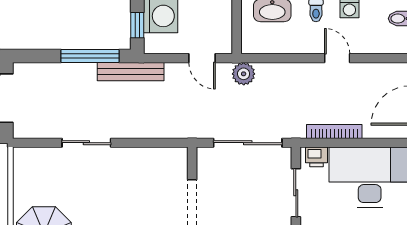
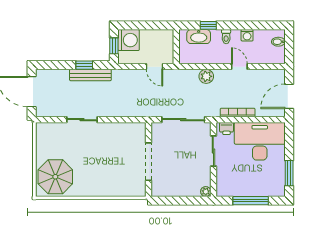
window: (90, 56) -> (84, 65), width x0.46
bench: (131, 72) -> (90, 75), moved
plant: (244, 74) -> (206, 76), moved

